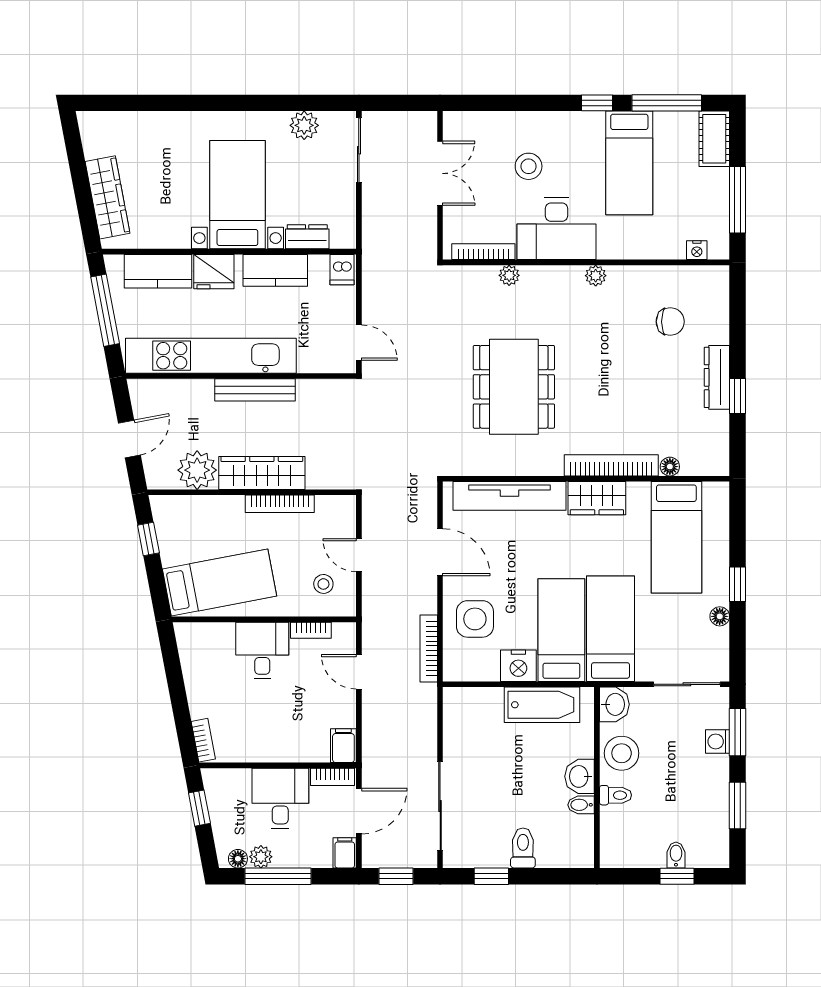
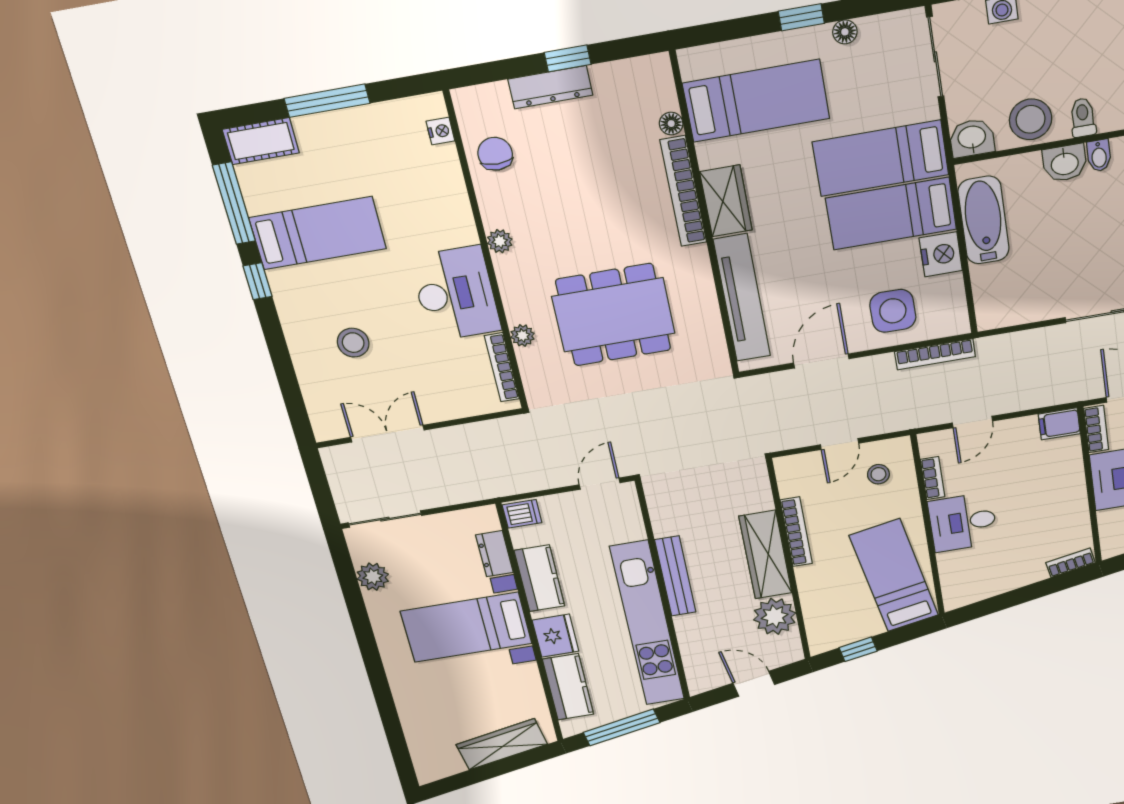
desk: (556, 229) -> (455, 294), moved
nightstand: (697, 250) -> (440, 131), moved
bookcase: (483, 252) -> (502, 367), moved
wall: (586, 262) -> (487, 255), moved
plant: (509, 275) -> (523, 335), moved
plant: (596, 276) -> (500, 241), moved

